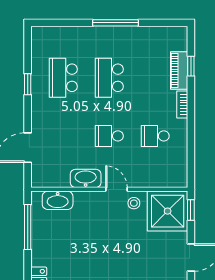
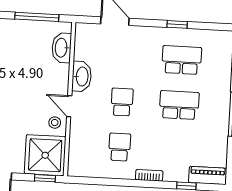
piano: (179, 70) -> (208, 175), moved
door: (116, 189) -> (69, 106), swing flipped

